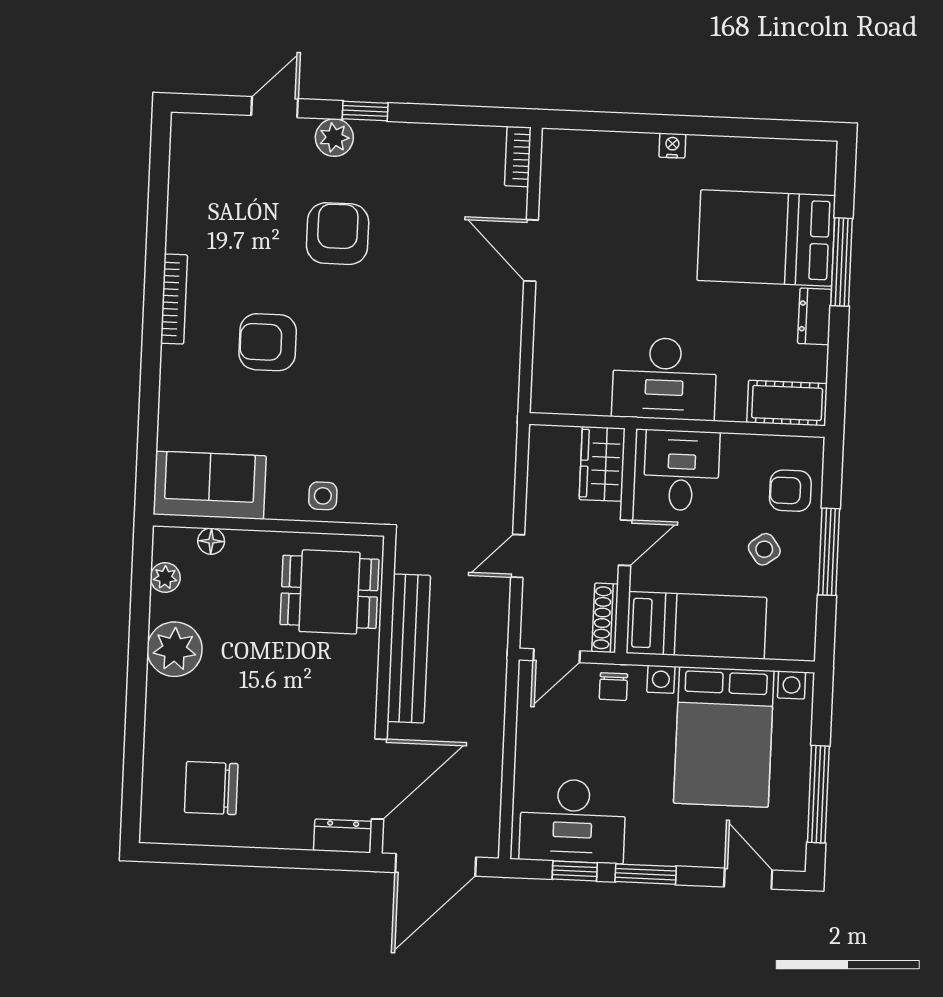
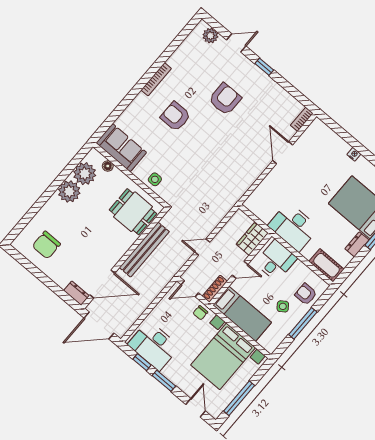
plant: (334, 138) -> (210, 36), moved
plant: (165, 577) -> (85, 174), width x1.87, depth x1.87
chair: (211, 788) -> (46, 245), turned -90

